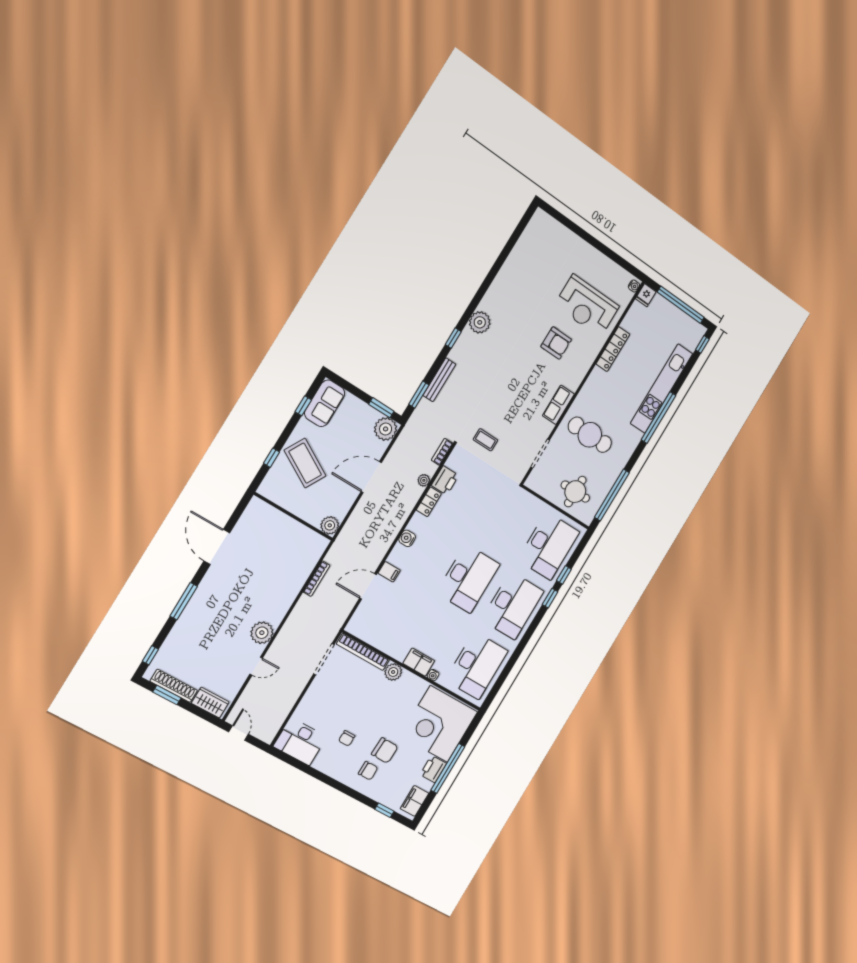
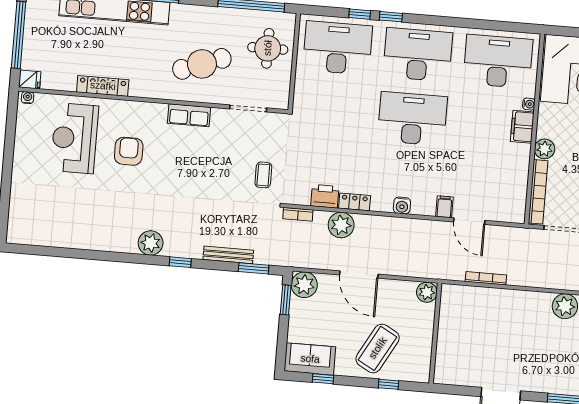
reception desk: (587, 306) -> (75, 138), turned 180
cafe table: (590, 435) -> (202, 64), turned 70
plant: (424, 480) -> (341, 225), width x1.88, depth x1.88

